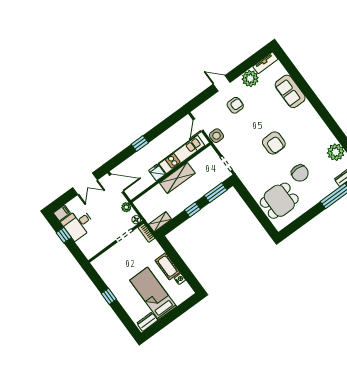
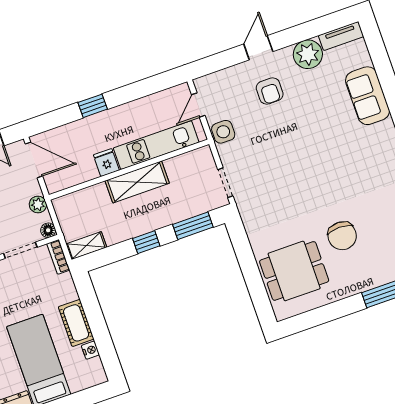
door: (222, 83) -> (258, 48), hinge flipped
armchair: (235, 105) -> (270, 91), turned 90
armchair: (274, 143) -> (314, 173), removed

